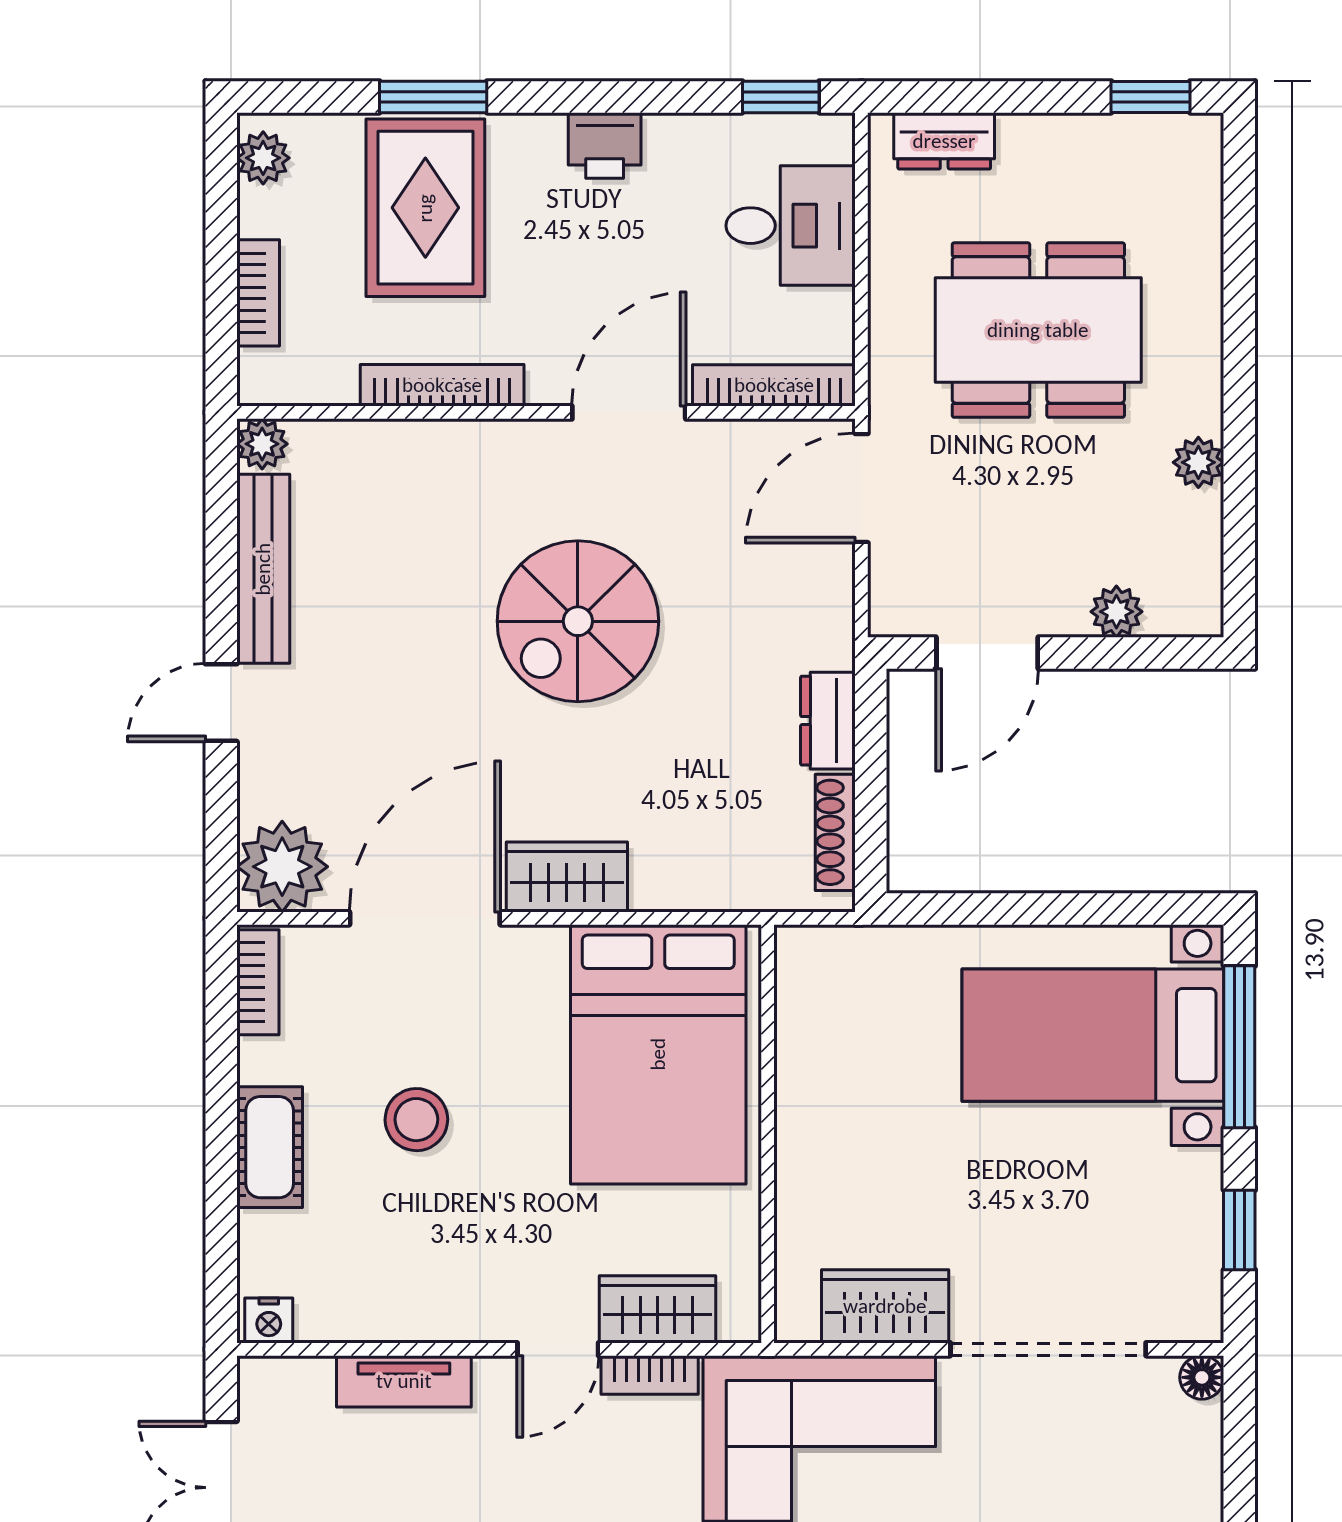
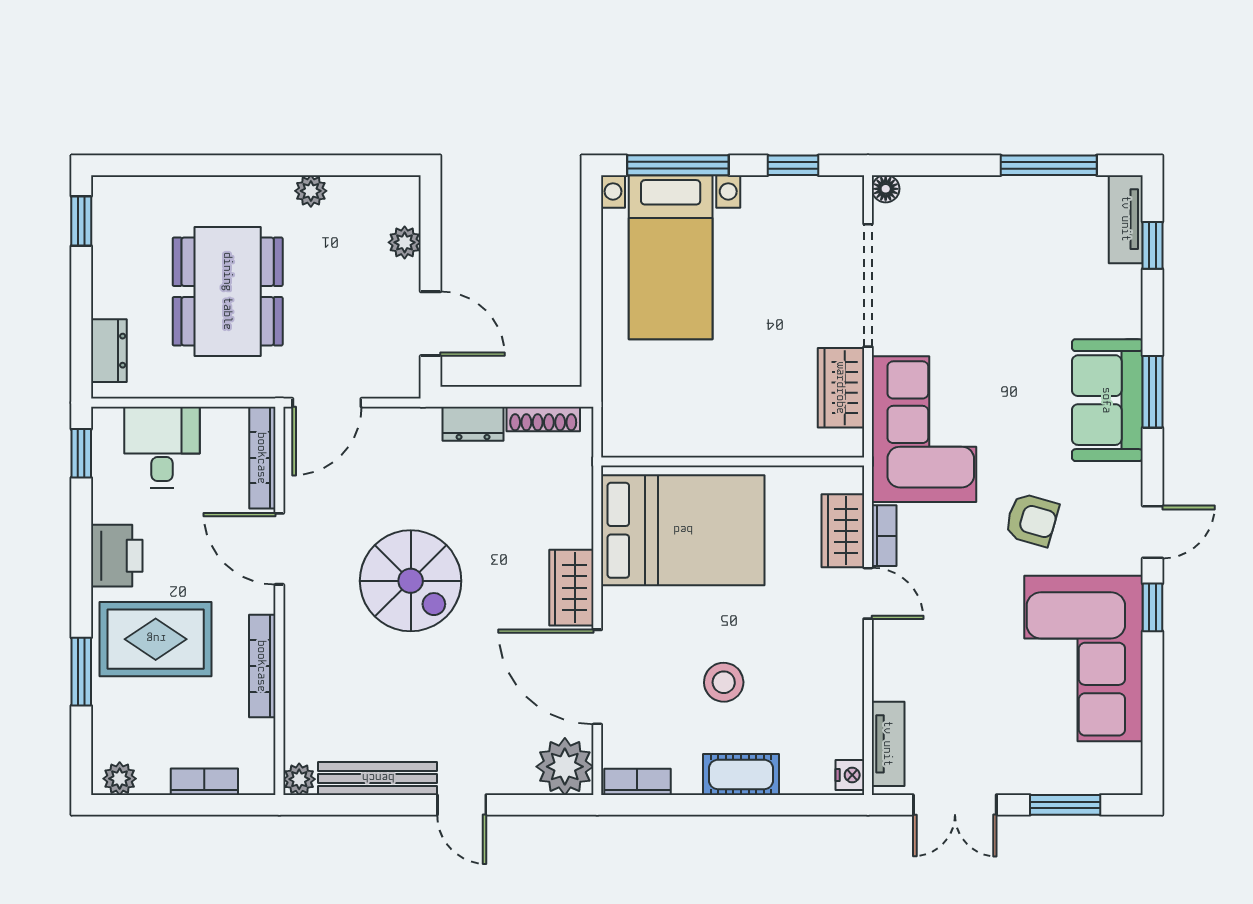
printer: (605, 145) -> (117, 556), width x1.36, depth x1.24
rug: (425, 208) -> (156, 639), moved
door: (861, 488) -> (327, 403), hinge flipped
tv unit: (404, 1381) -> (888, 744), moved

